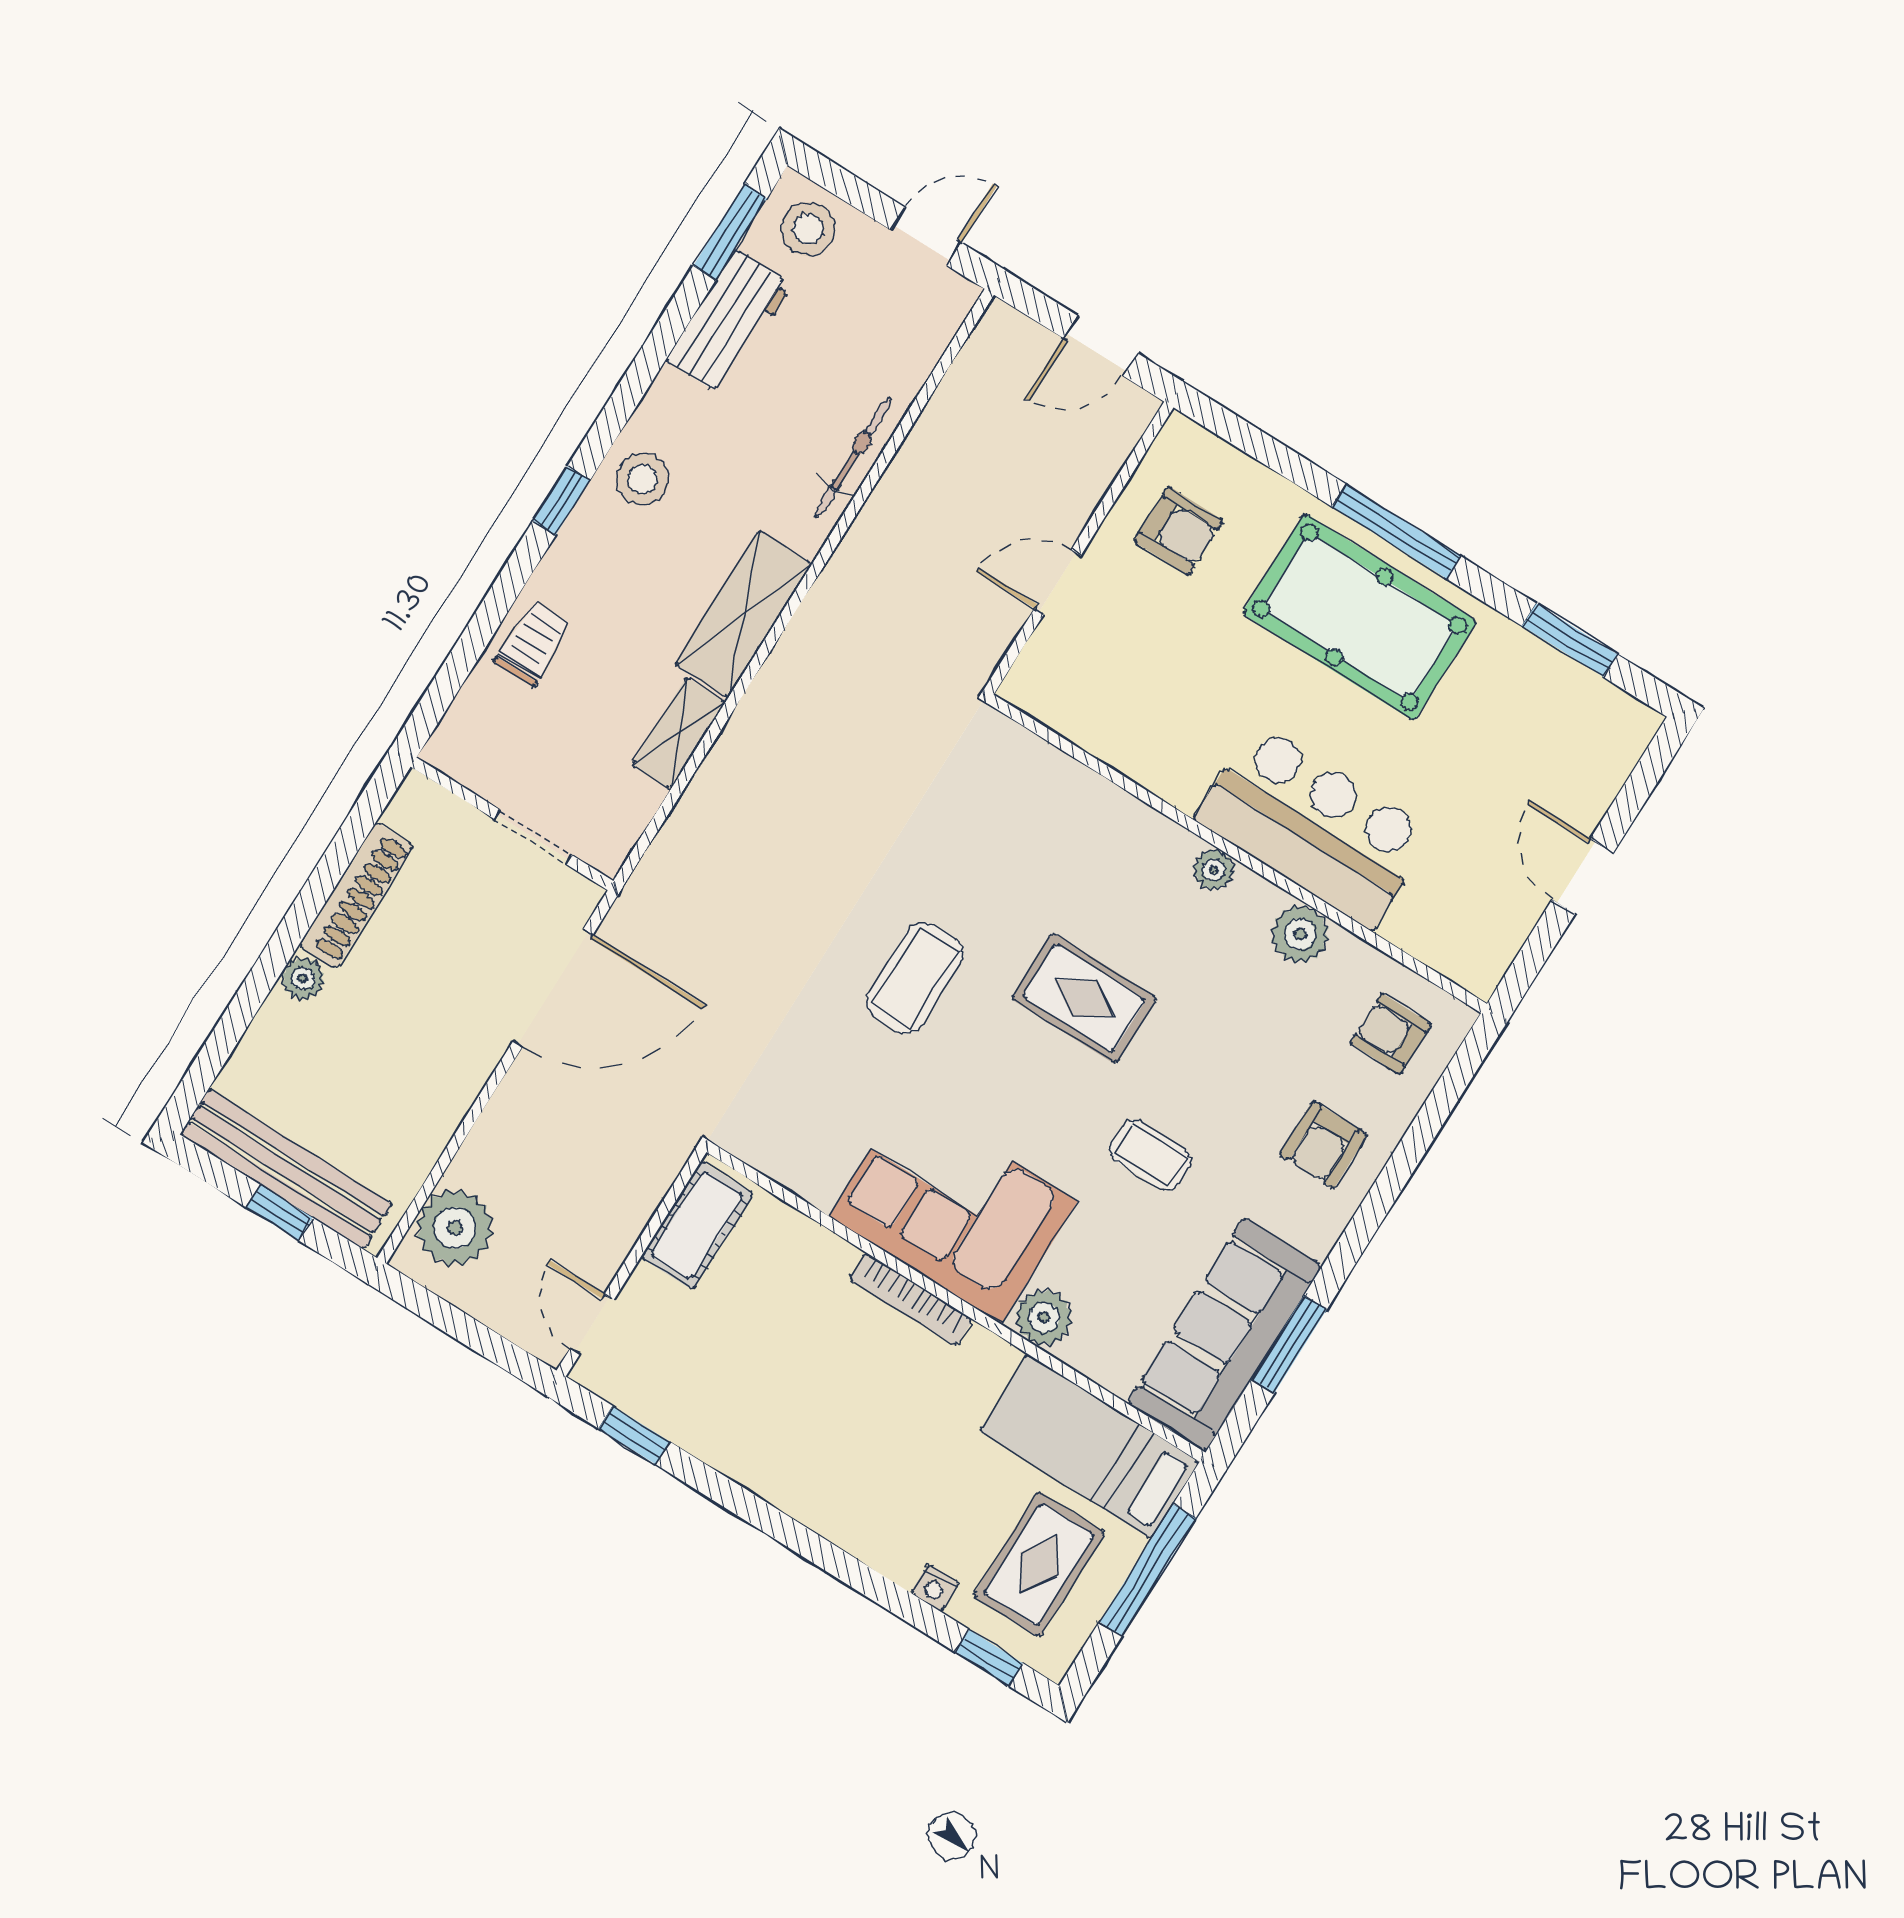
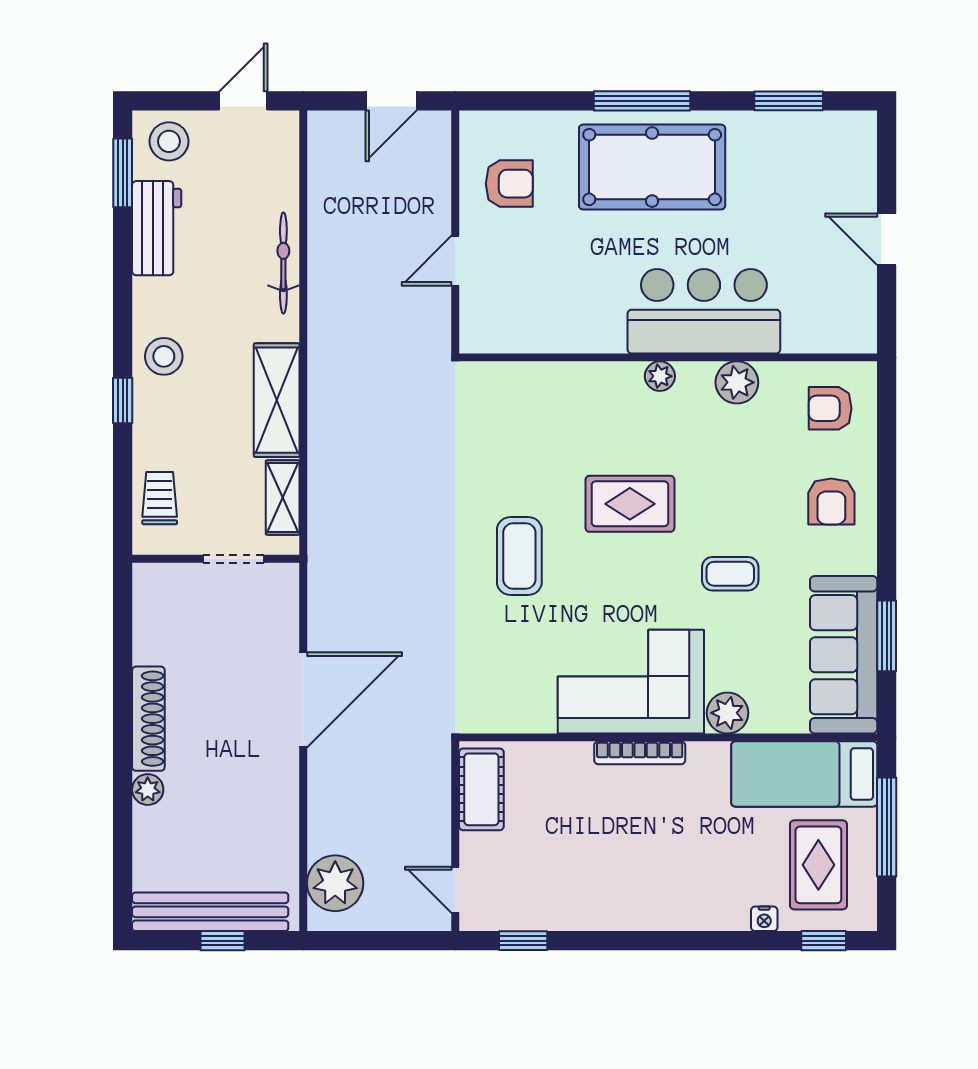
wall: (512, 824) -> (216, 559), moved
doorway: (533, 837) -> (234, 559), moved

